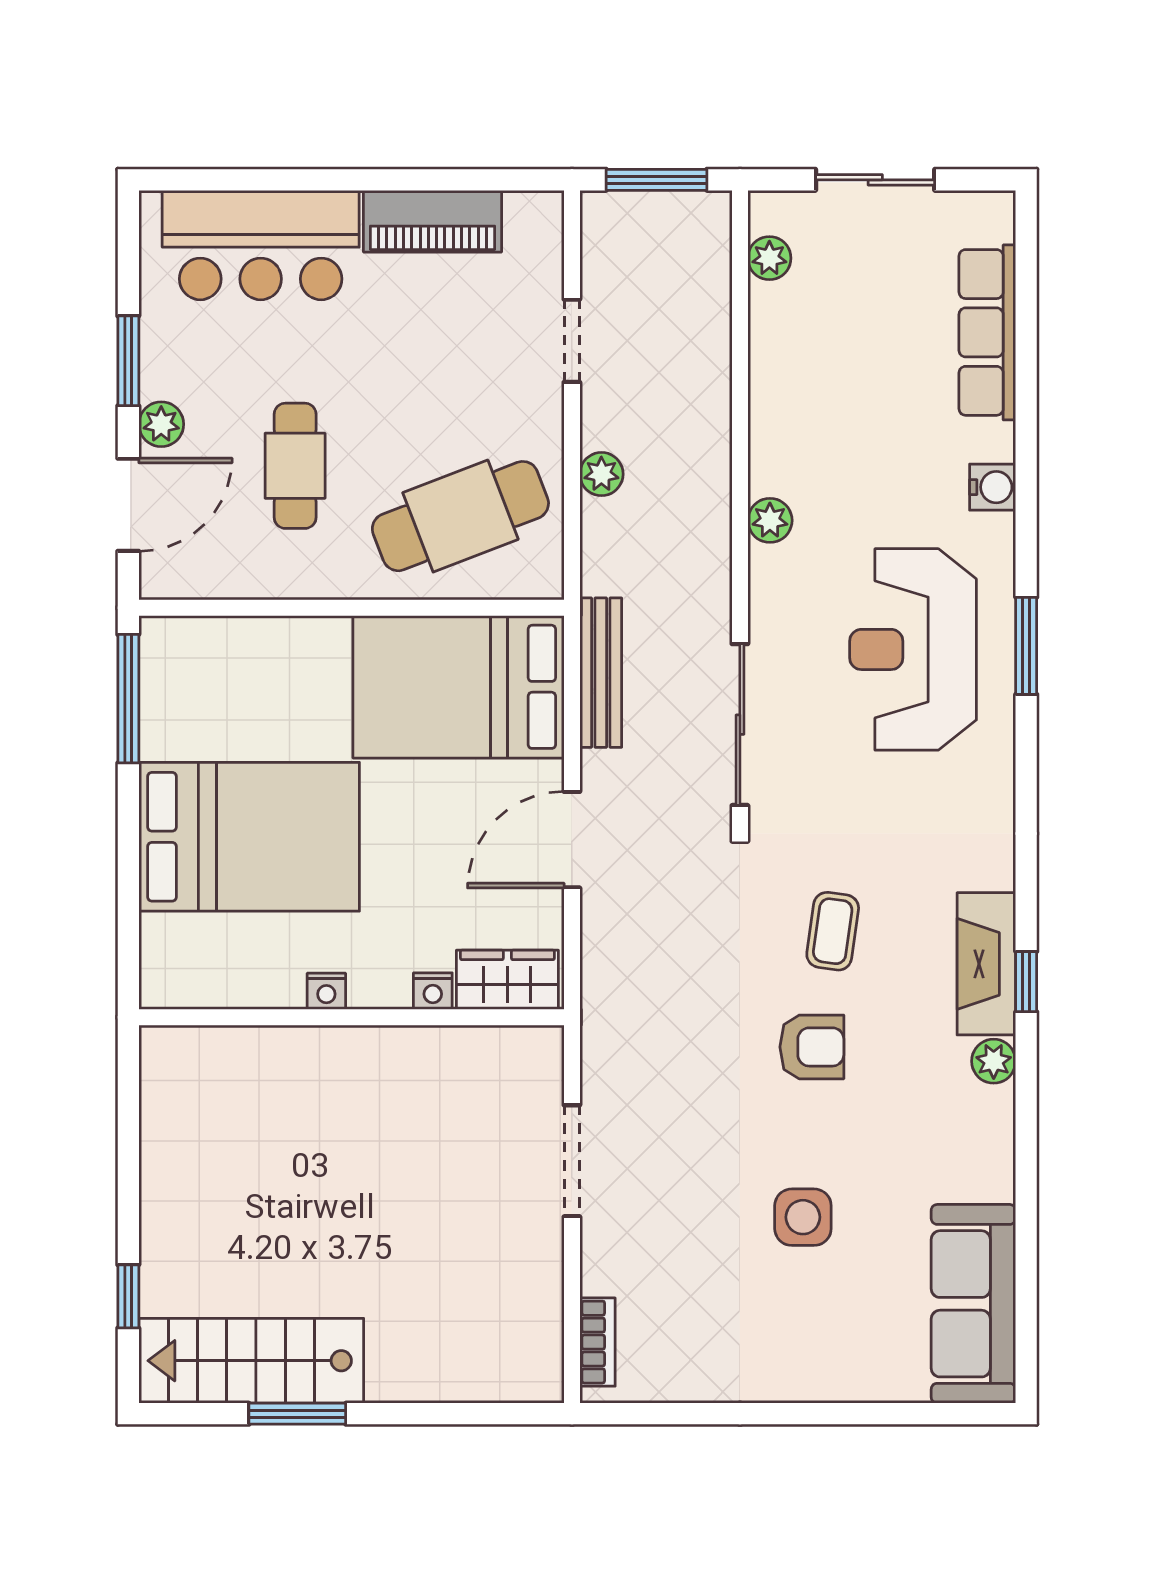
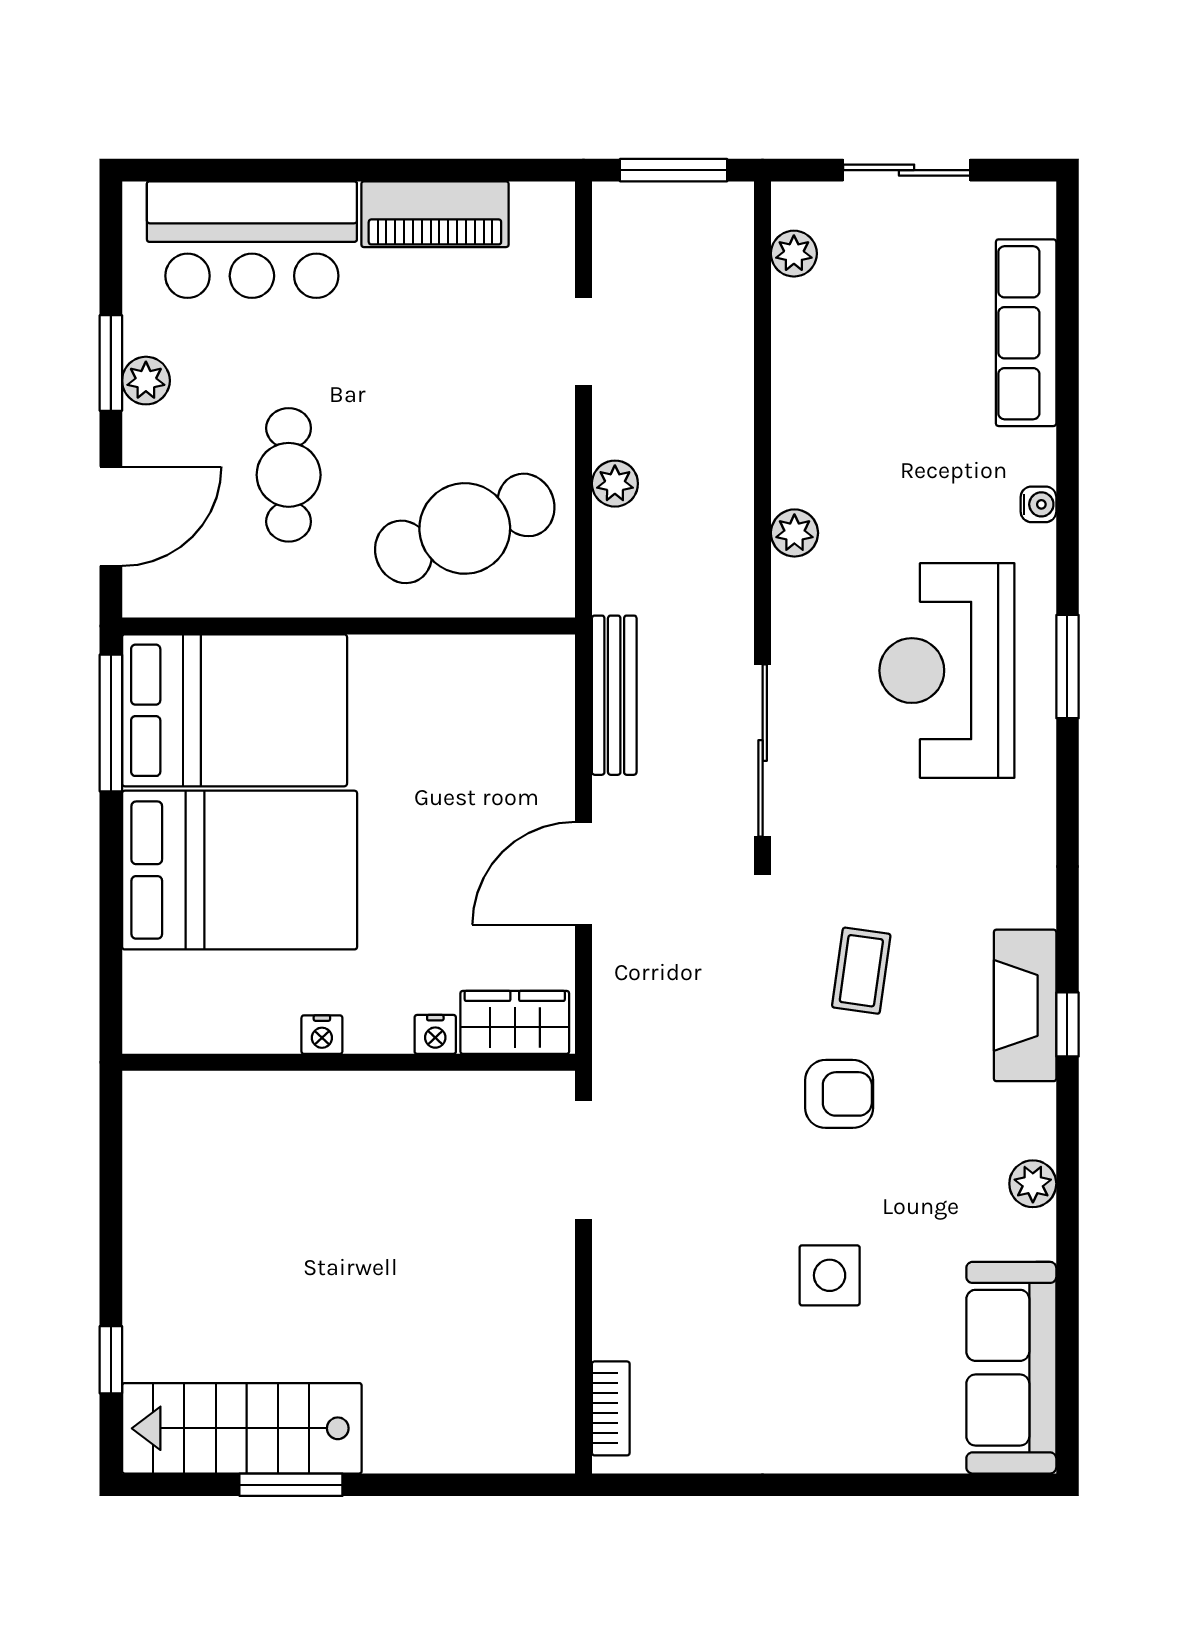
plant: (161, 424) -> (146, 381), moved
water cooler: (993, 487) -> (1038, 504), width x0.72, depth x0.72
bed: (459, 687) -> (235, 710), moved, turned 180
plant: (994, 1061) -> (1033, 1184), moved
doorway: (572, 1161) -> (584, 1160), moved

